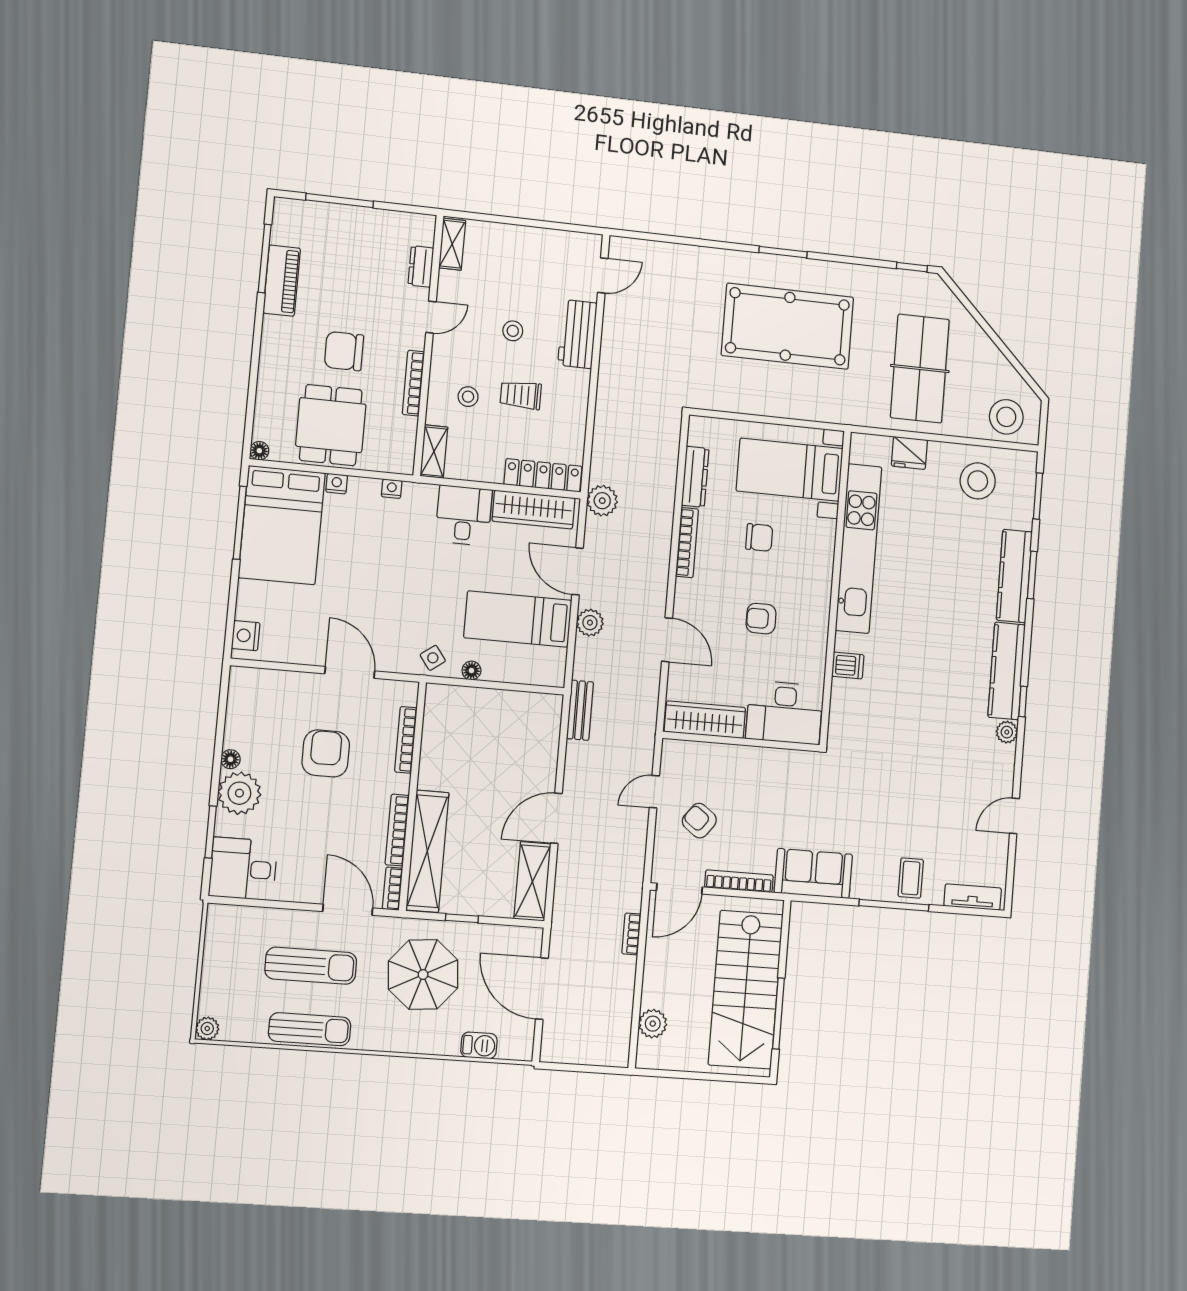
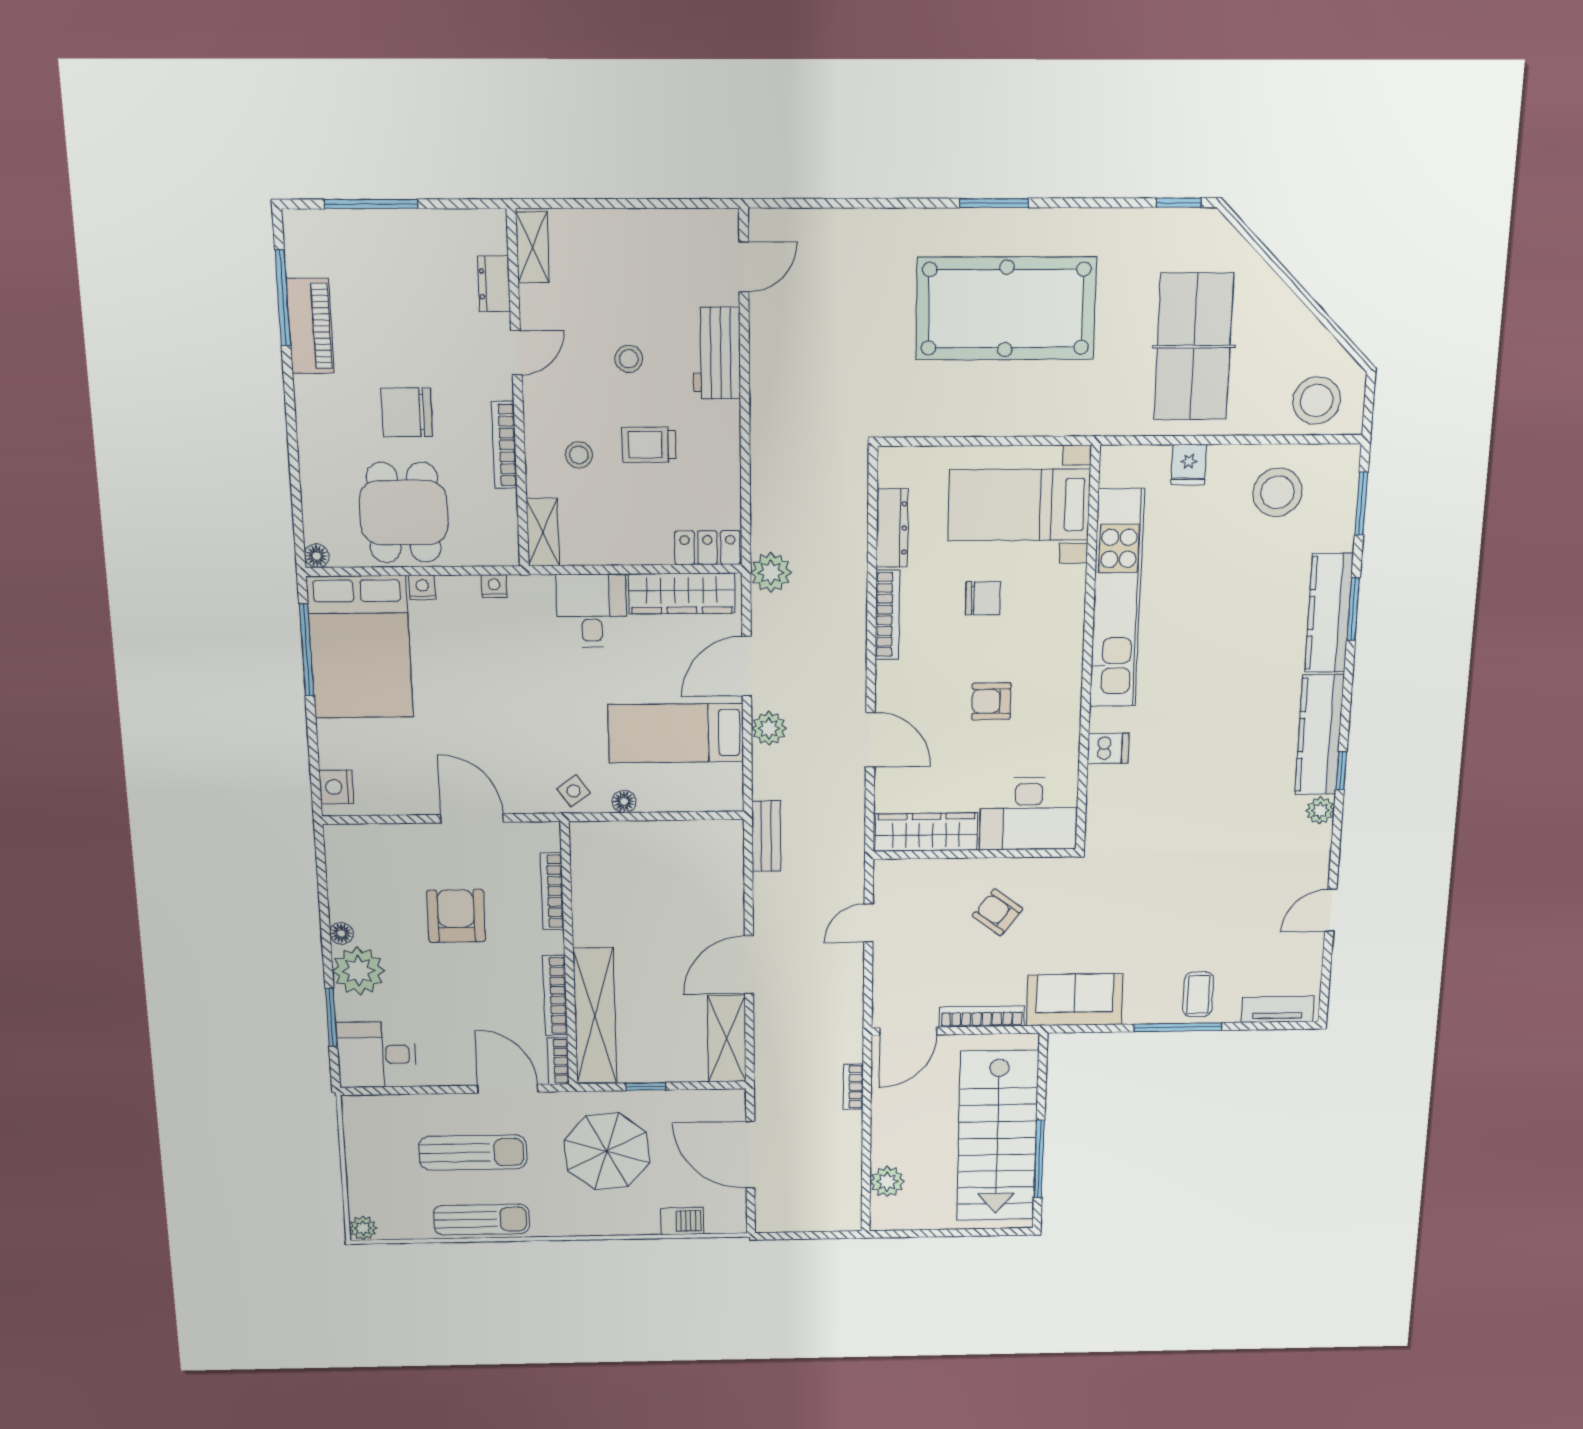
fridge: (909, 453) -> (1189, 465), width x0.72
locker: (543, 475) -> (707, 548), width x0.66
door: (577, 571) -> (747, 666), hinge flipped
armchair: (699, 821) -> (997, 912), moved

